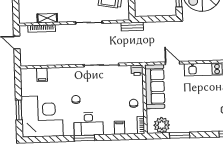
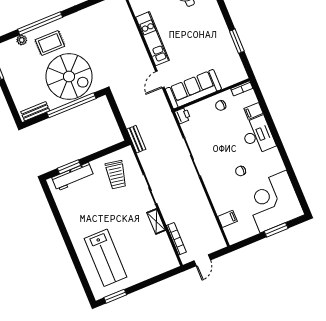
shelving: (47, 18) -> (156, 221), moved
desk: (89, 124) -> (258, 135), moved
plant: (162, 125) -> (233, 65), removed
window: (84, 138) -> (280, 145), removed

